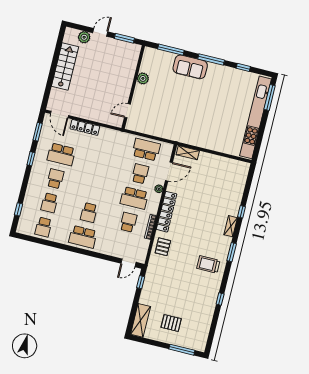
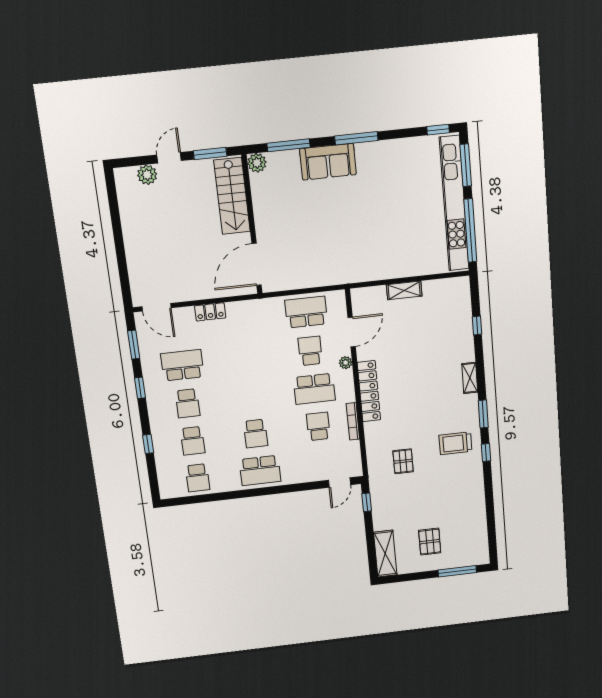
stairs: (65, 66) -> (232, 196), moved, turned 180
window: (243, 67) -> (438, 130), moved
plant: (143, 78) -> (257, 163), moved
door: (127, 111) -> (257, 264), width x1.87
locker: (85, 127) -> (210, 312), width x0.66
window: (260, 137) -> (470, 231), added
shelving: (188, 153) -> (404, 290), moved
school desk: (61, 154) -> (182, 365), turned 180
school desk: (55, 179) -> (188, 403), turned 180
window: (19, 209) -> (148, 444), moved
window: (242, 212) -> (477, 325), moved
pallet: (163, 247) -> (403, 461), moved
window: (220, 299) -> (486, 453), moved
pallet: (171, 323) -> (430, 542), turned 90

